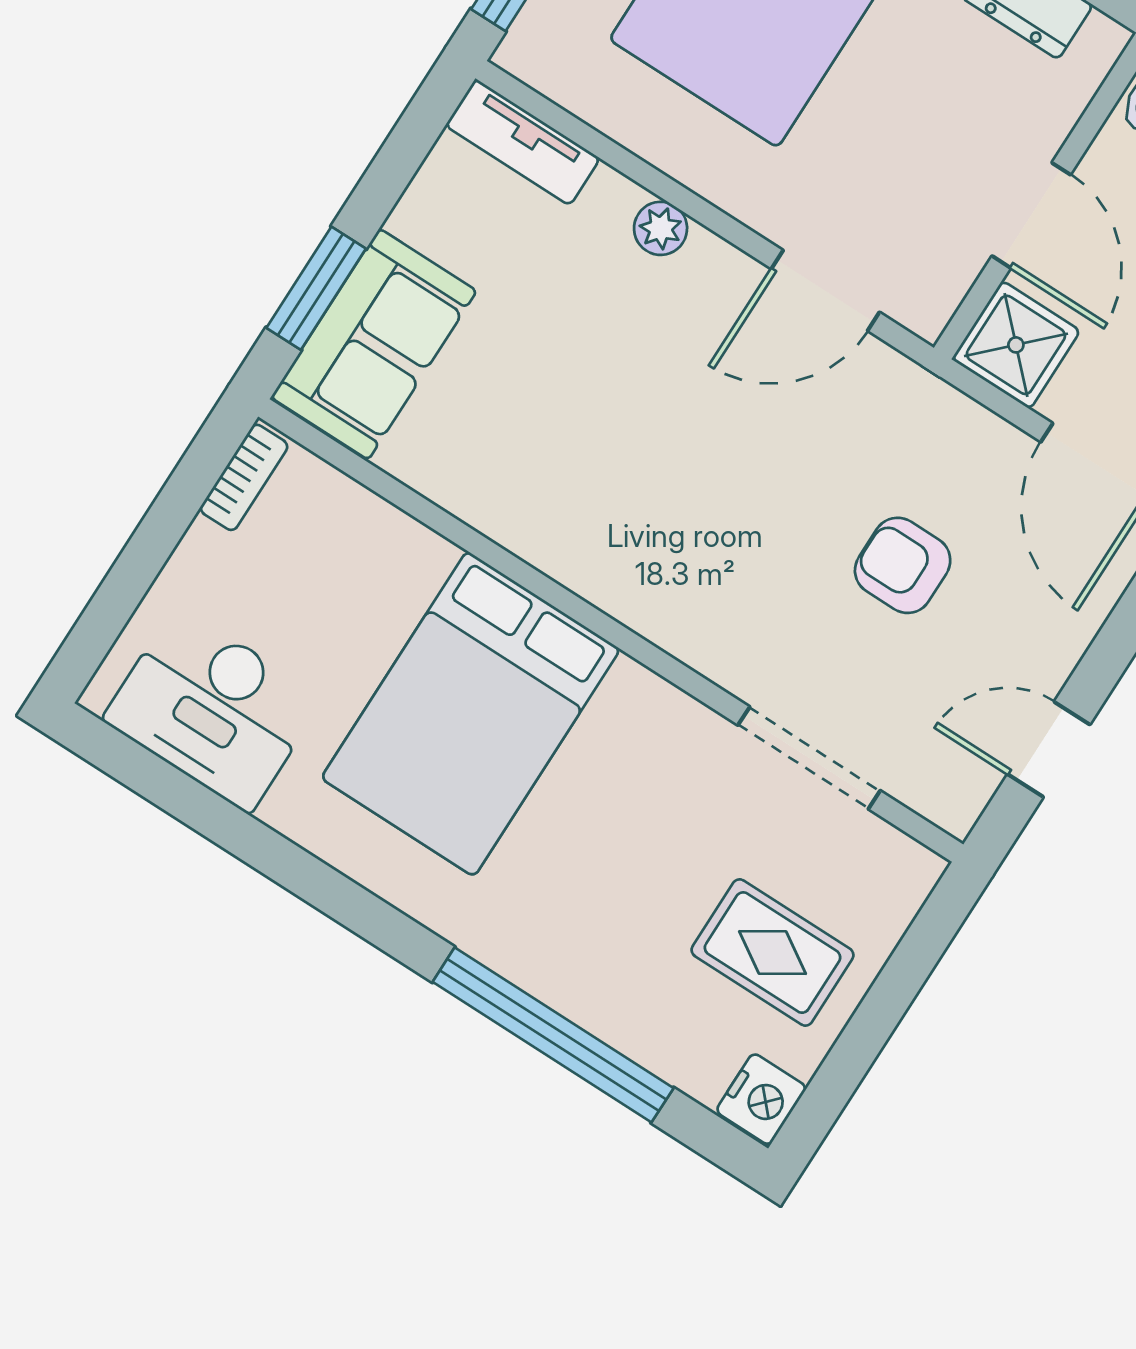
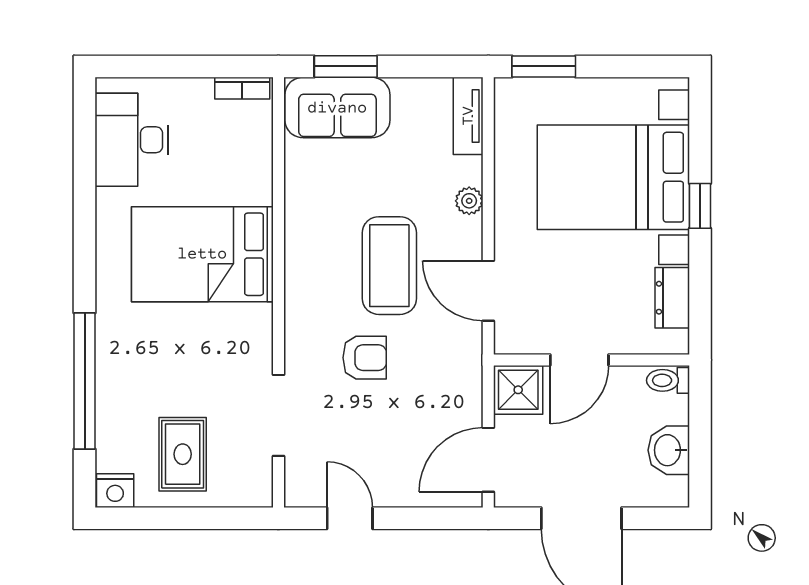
coffee table: (682, 424) -> (389, 266), added
armchair: (903, 565) -> (365, 358), moved, turned 90

